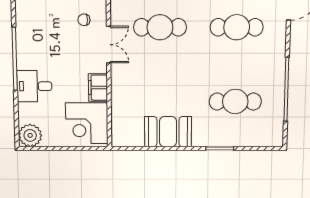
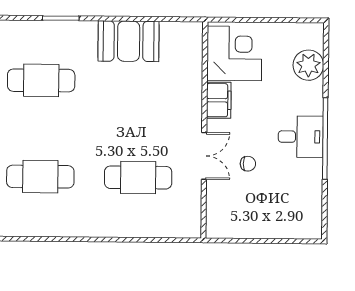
chair: (84, 20) -> (248, 164), moved
double door: (109, 45) -> (204, 156), swing flipped
desk: (34, 86) -> (301, 137), moved
plant: (30, 135) -> (308, 65), moved

